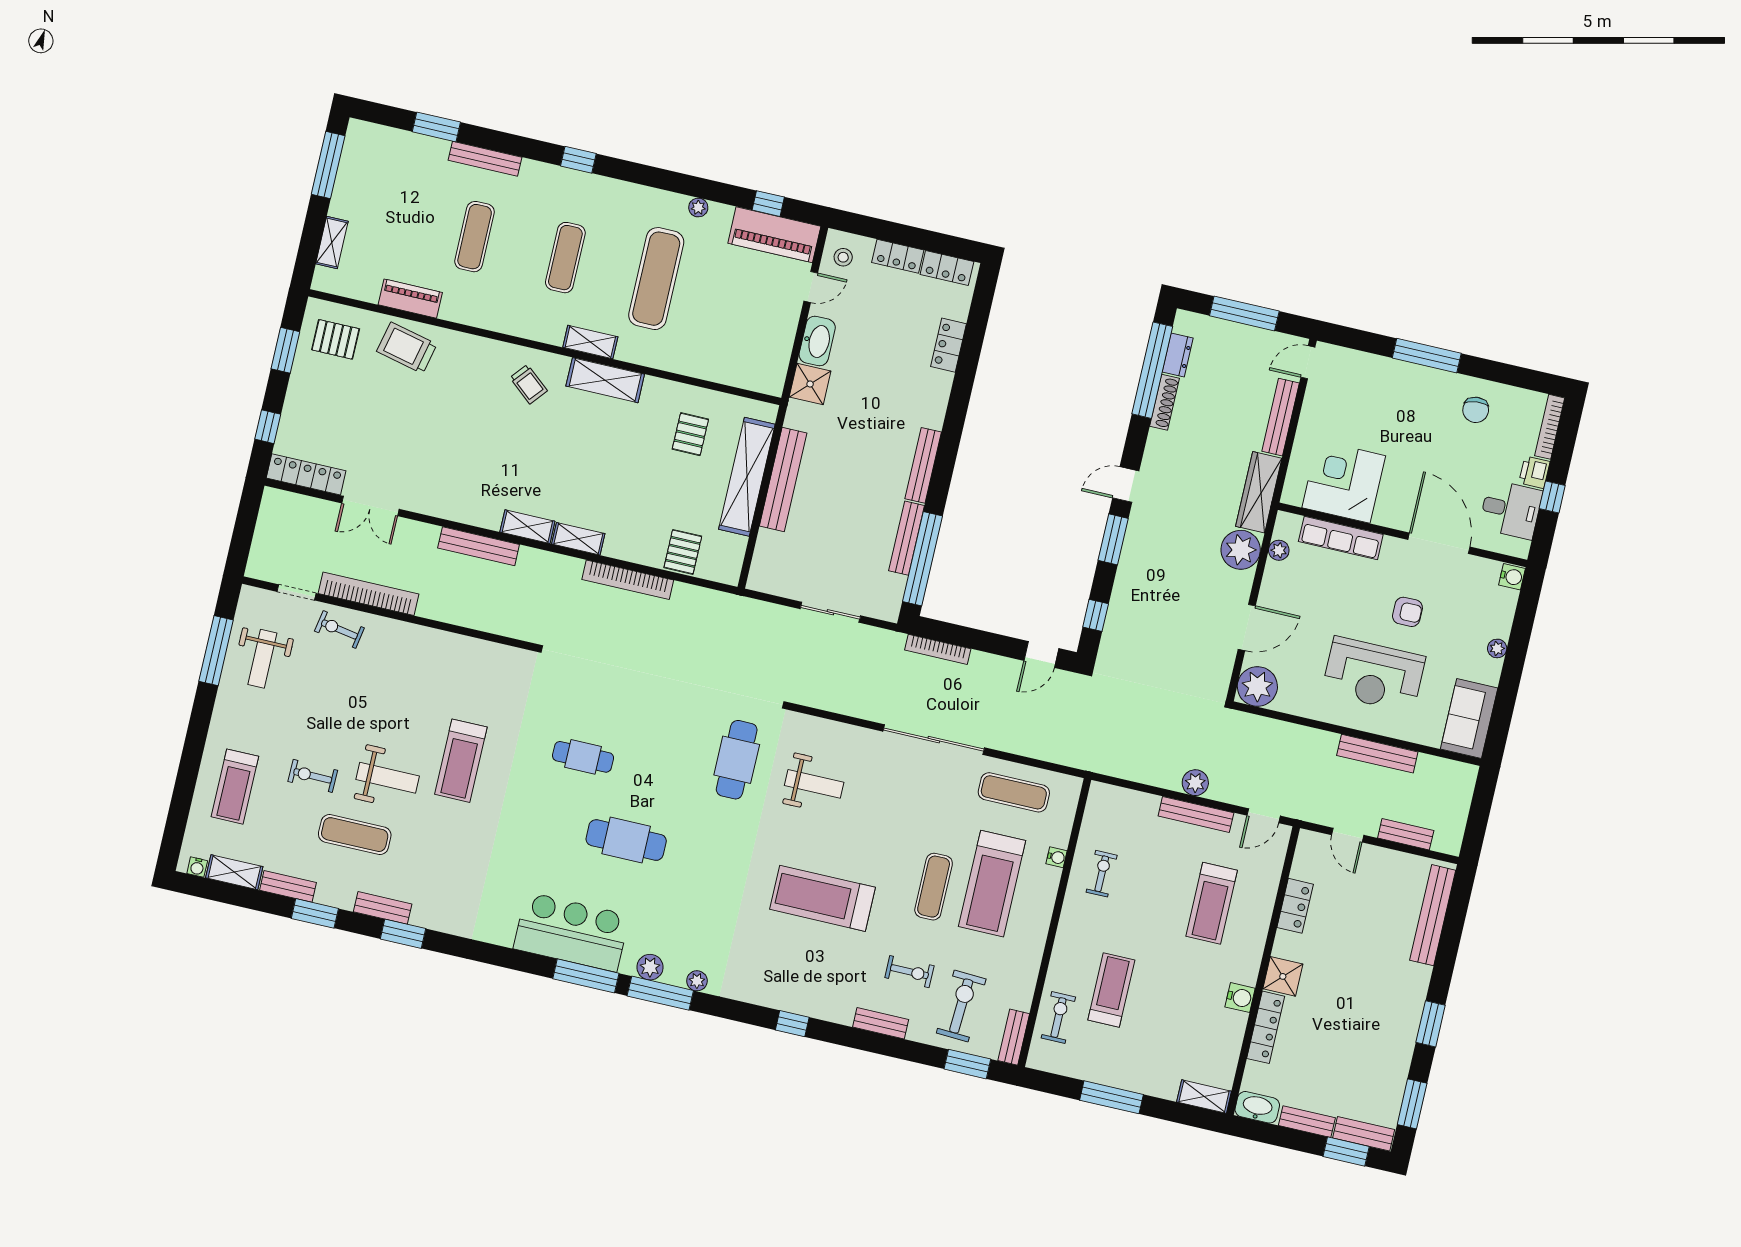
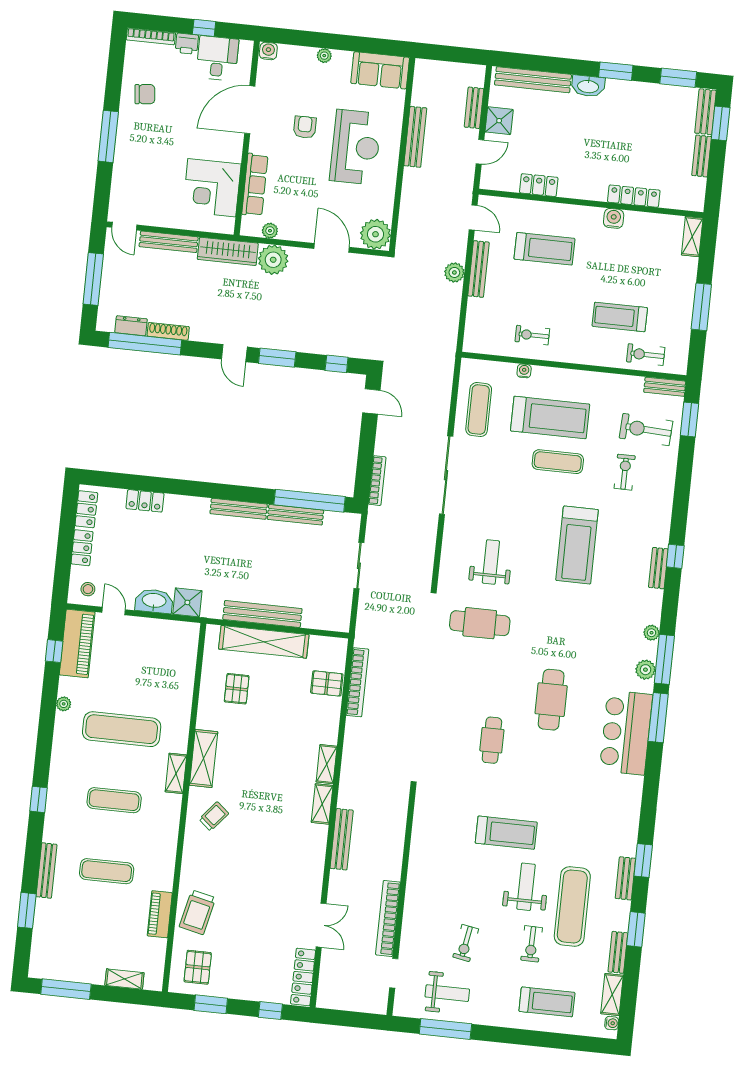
pallet: (690, 434) -> (237, 689), turned 90
bookcase: (628, 580) -> (357, 682), moved
exercise bike: (339, 629) -> (466, 943), moved
exercise mat: (355, 835) -> (572, 906), width x1.36, depth x1.45
shower: (1283, 976) -> (499, 121), moved
bench: (881, 1023) -> (658, 568), moved
washbasin: (1257, 1107) -> (588, 86), moved, turned -90

